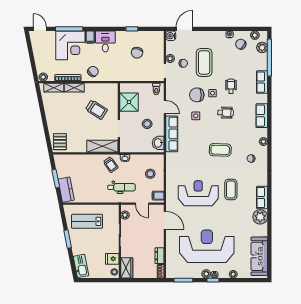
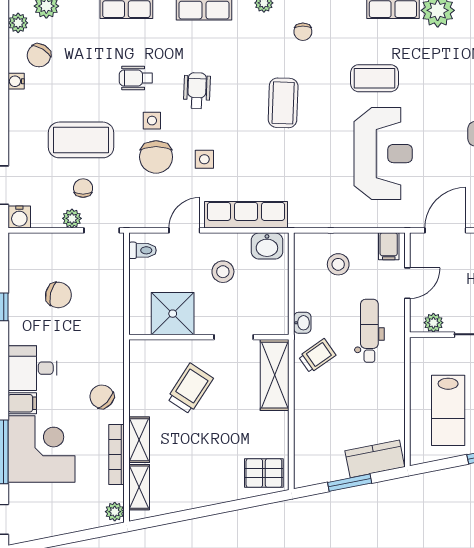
reception desk: (198, 193) -> (383, 154), turned 180

